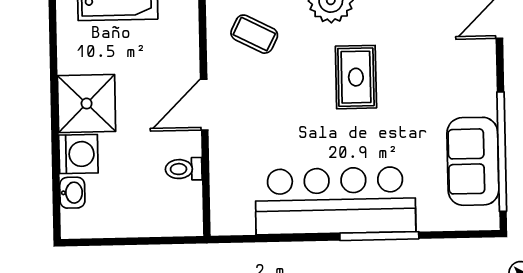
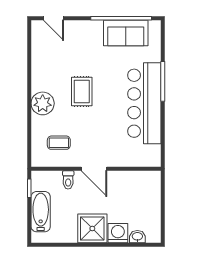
coffee table: (254, 34) -> (59, 143), turned 63
rug: (356, 77) -> (82, 92), turned 90
toilet: (184, 169) -> (68, 180), moved

